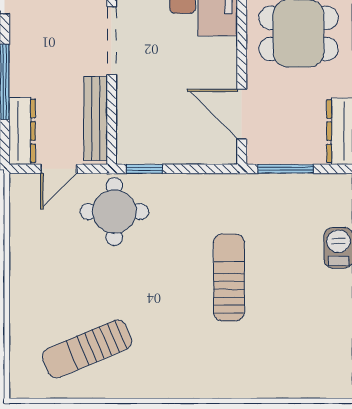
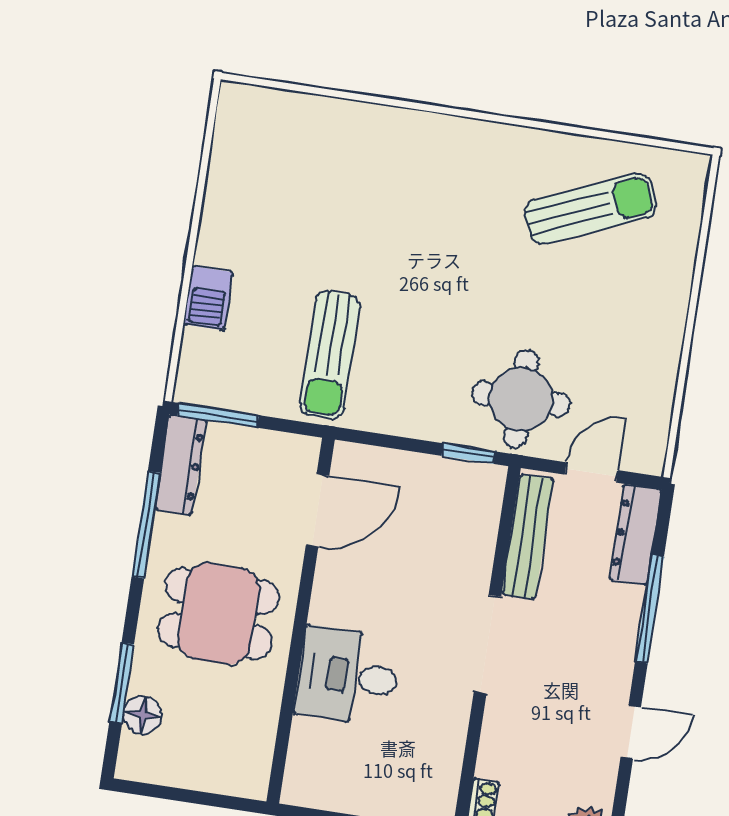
door: (242, 114) -> (317, 511), hinge flipped
window: (286, 169) -> (218, 415), moved
sun lounger: (229, 277) -> (330, 355), moved

